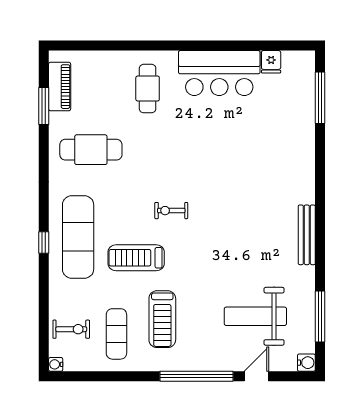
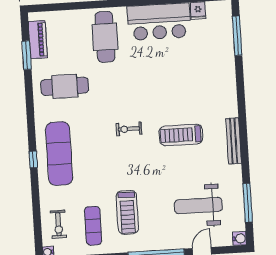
cafe table: (148, 89) -> (105, 37), width x1.37, depth x1.35
treadmill: (136, 258) -> (181, 135), moved
exercise bike: (71, 329) -> (58, 224), turned 90

